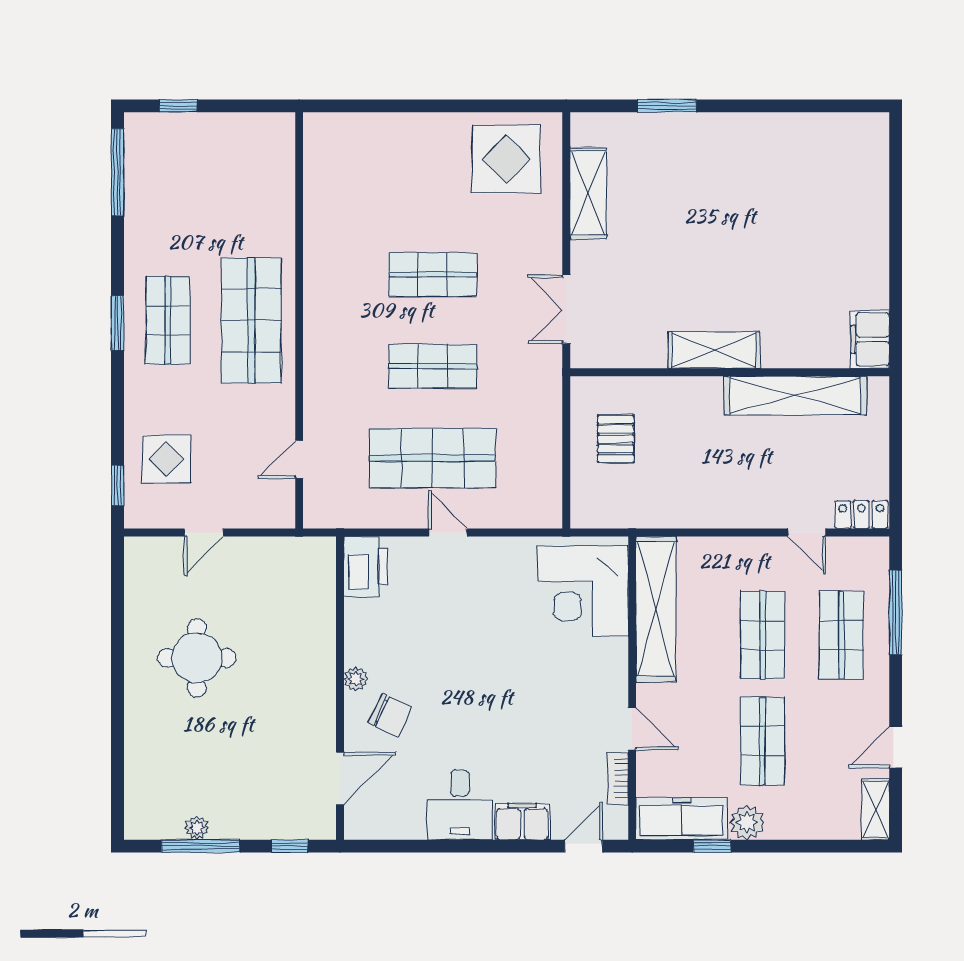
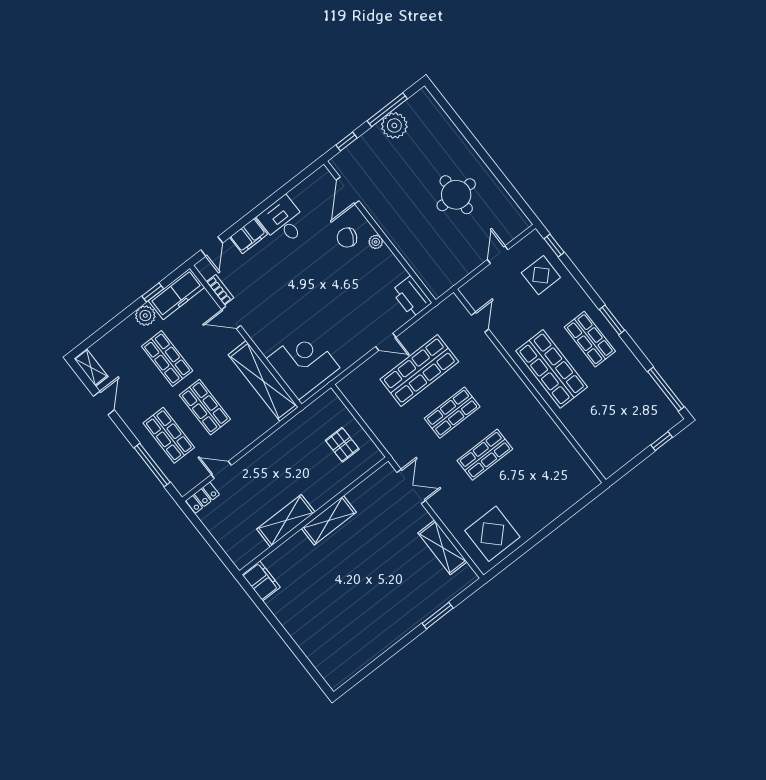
shelving: (795, 395) -> (286, 521), width x0.68
plant: (197, 828) -> (394, 125), width x1.88, depth x1.88

